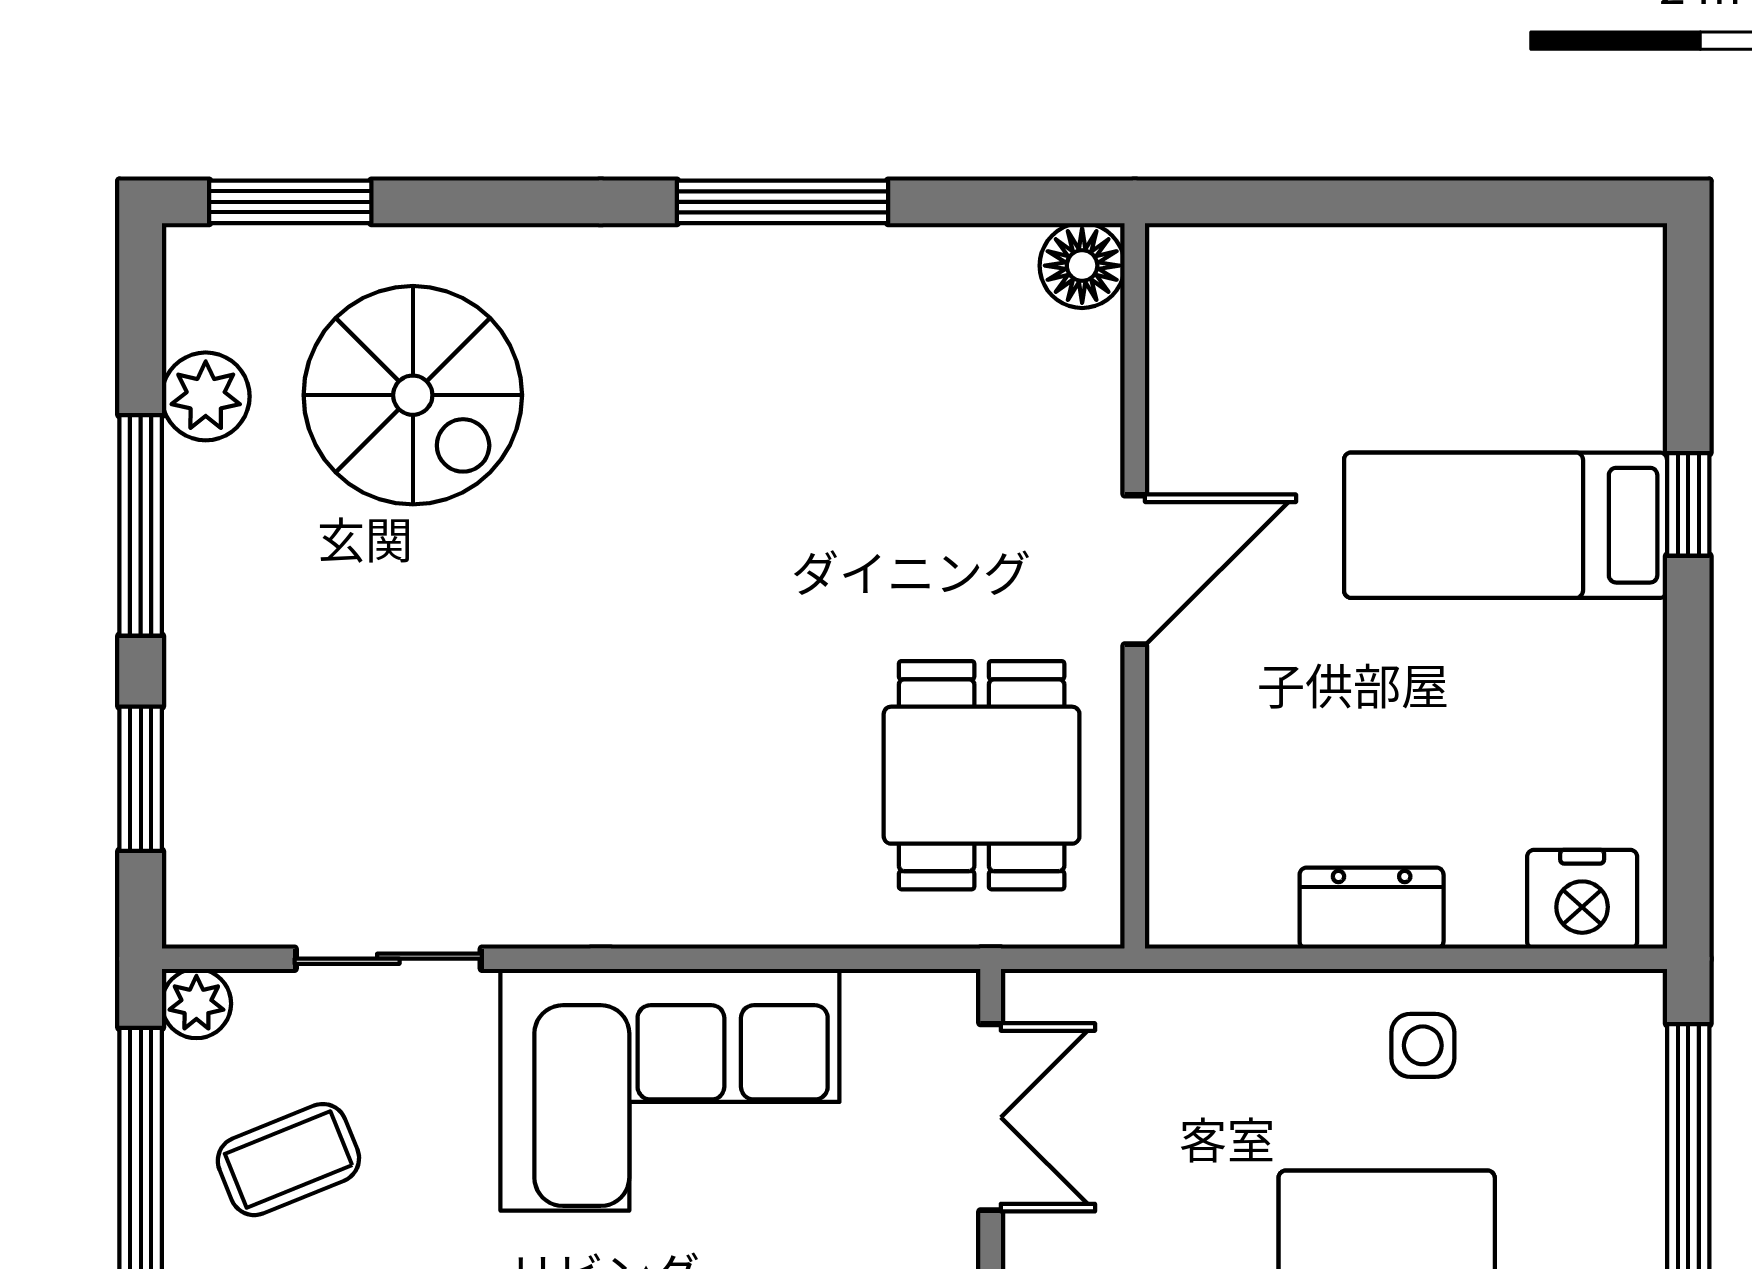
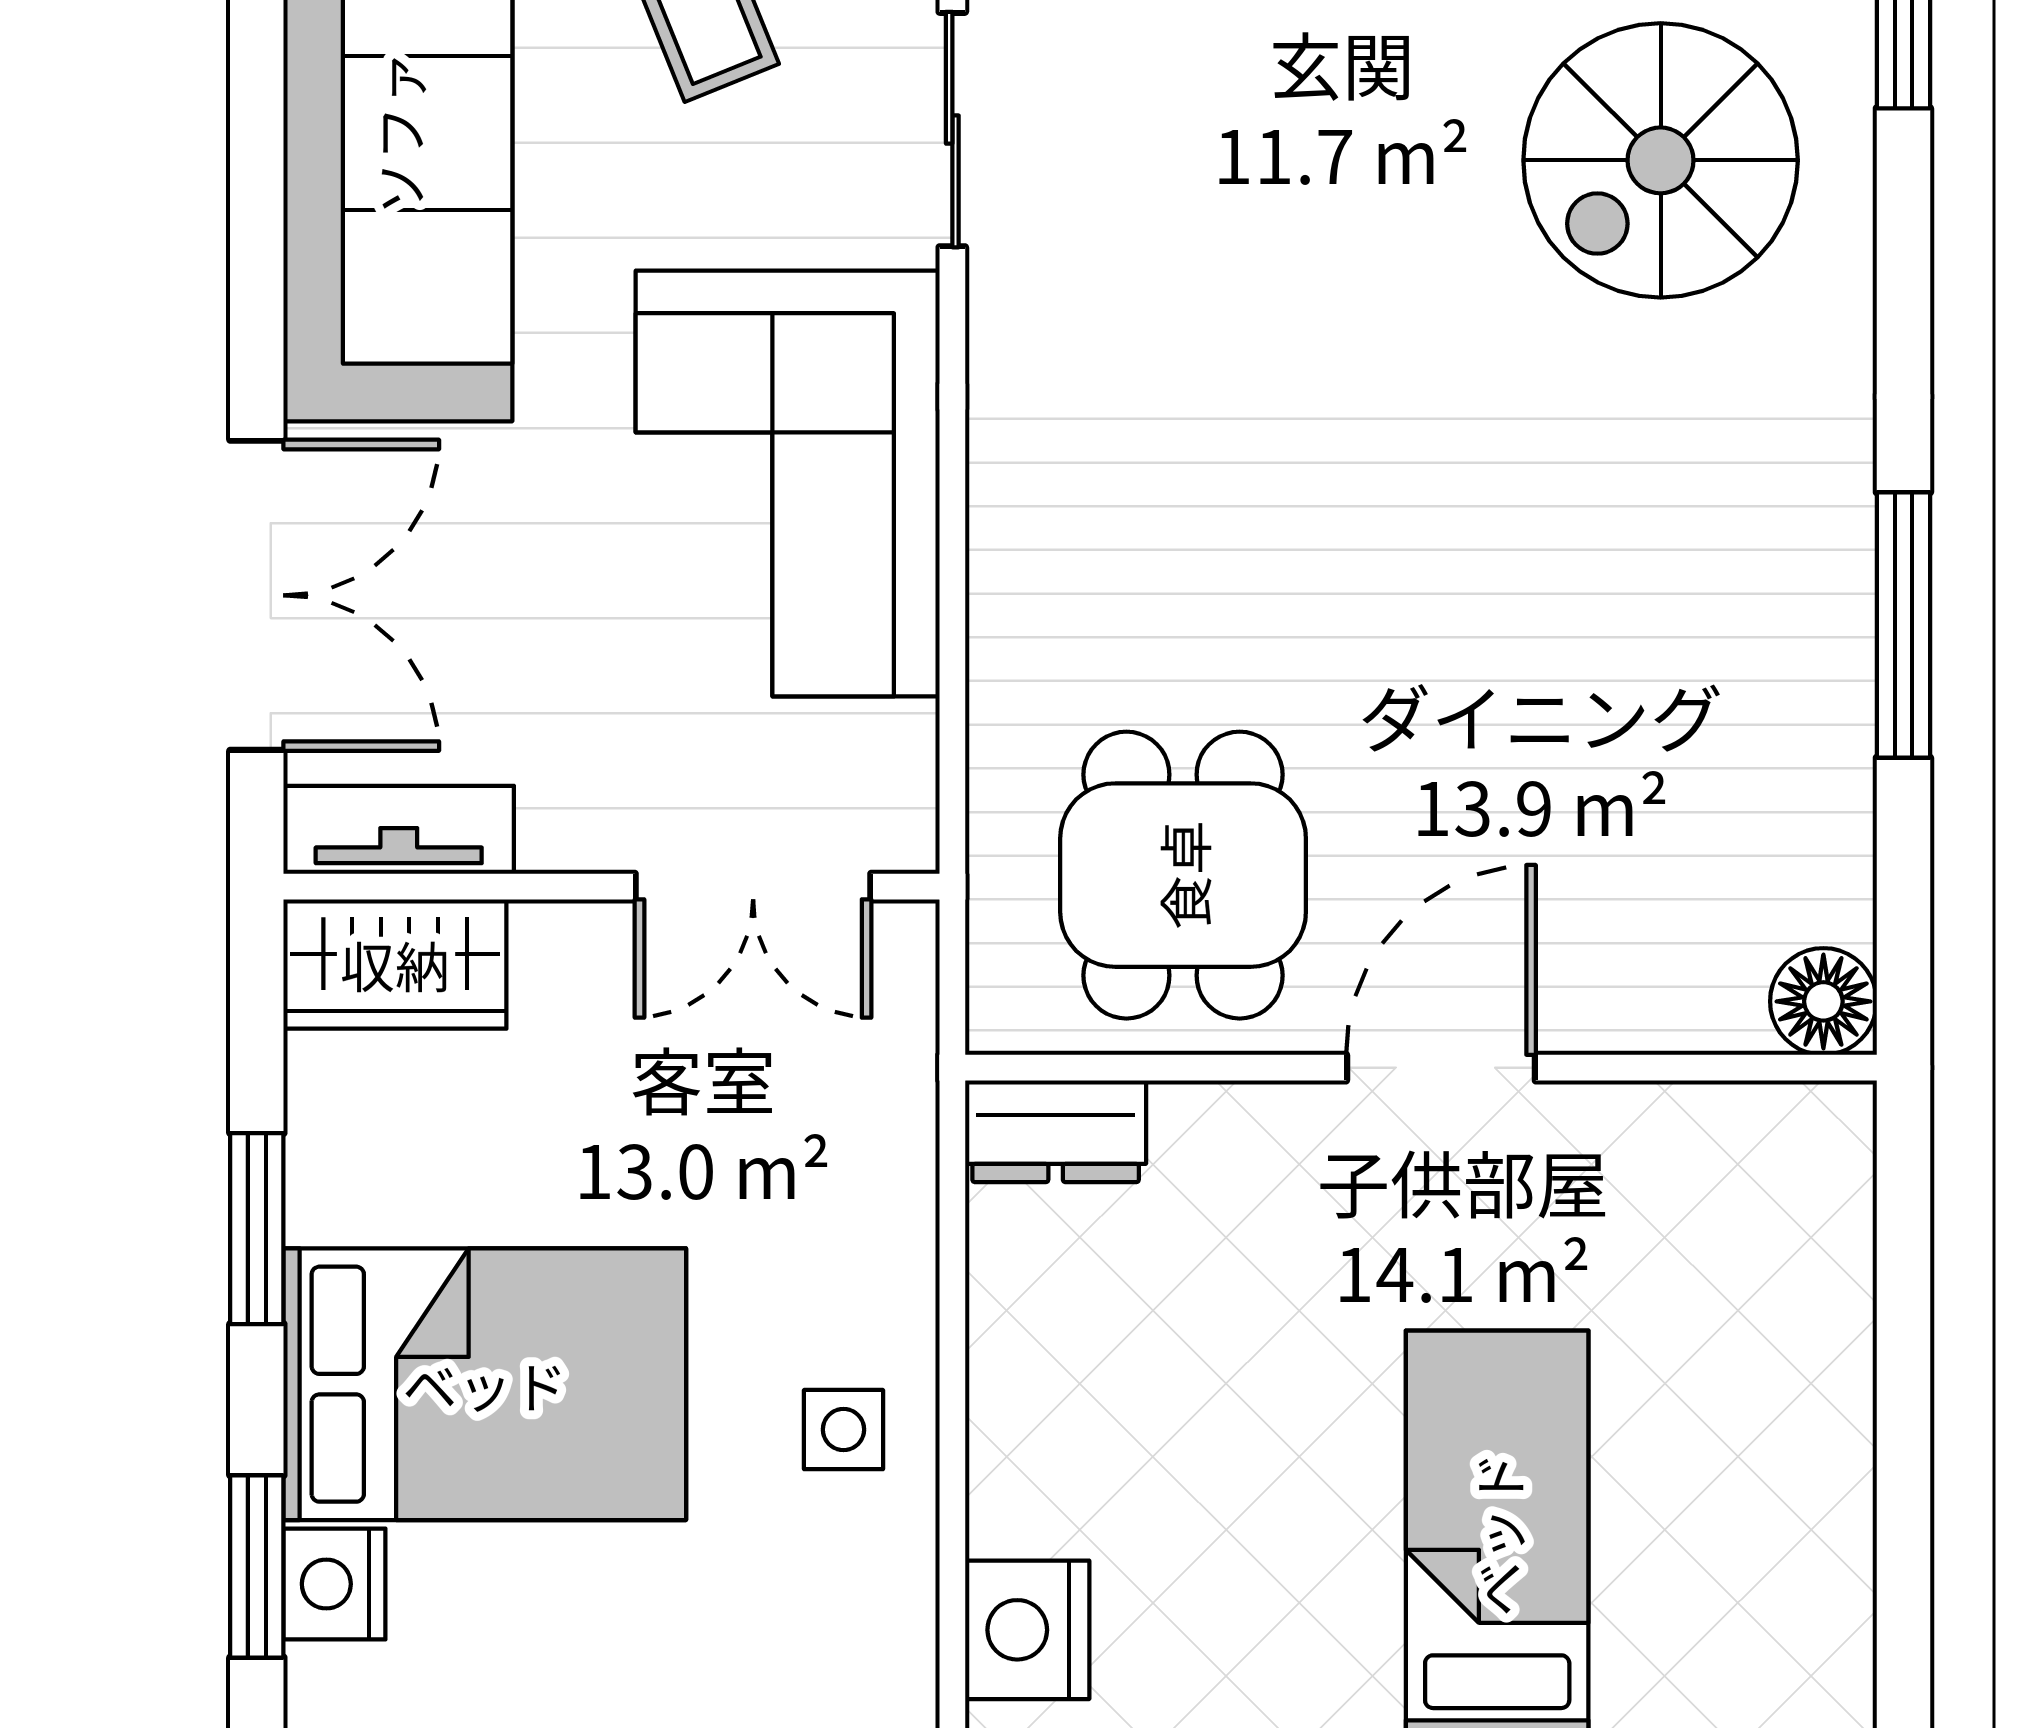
door: (1135, 570) -> (1441, 1068), swing flipped
dining table: (982, 775) -> (1183, 875), turned 90
dresser: (1372, 908) -> (1056, 1131), moved, turned 90

